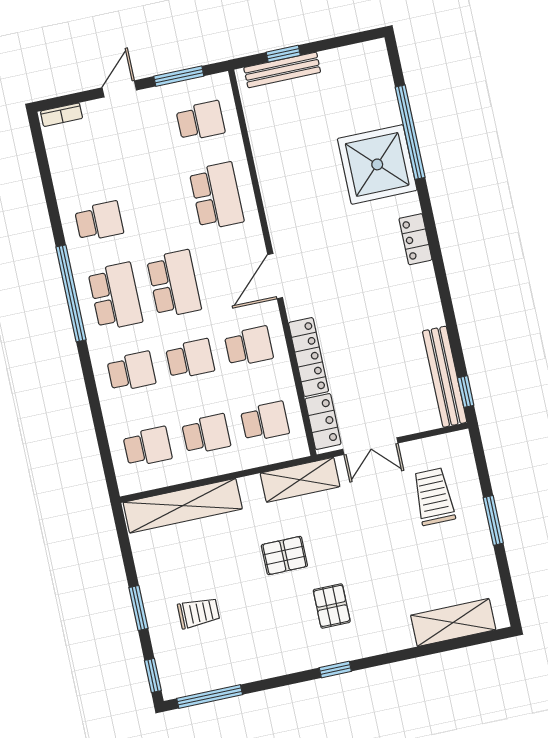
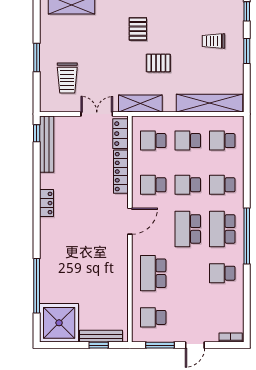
shower: (377, 164) -> (59, 323), moved
locker: (415, 239) -> (47, 203), moved

